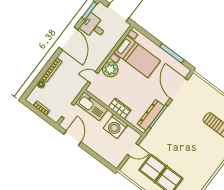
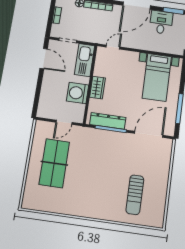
plant: (110, 69) -> (130, 59), removed
door: (93, 78) -> (113, 47), hinge flipped
door: (72, 138) -> (44, 59), hinge flipped
door: (133, 150) -> (64, 122), hinge flipped

